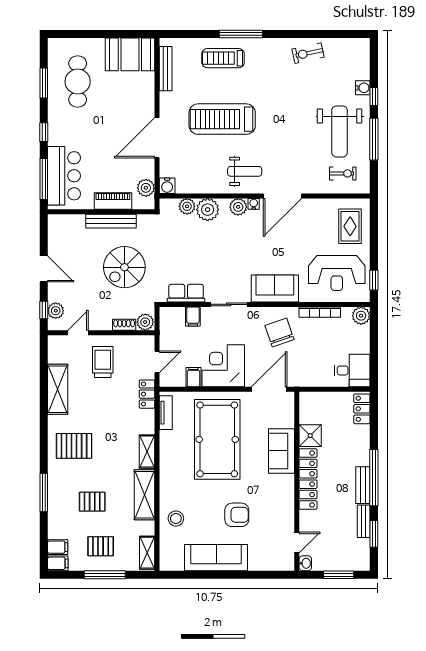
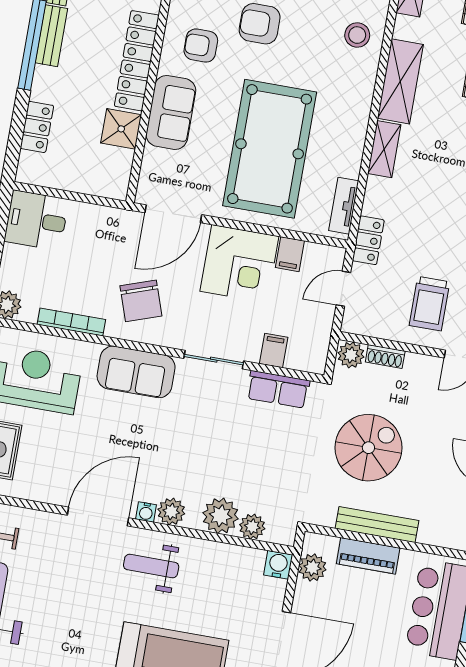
locker: (362, 409) -> (37, 127), moved
armchair: (270, 495) -> (201, 46), added

